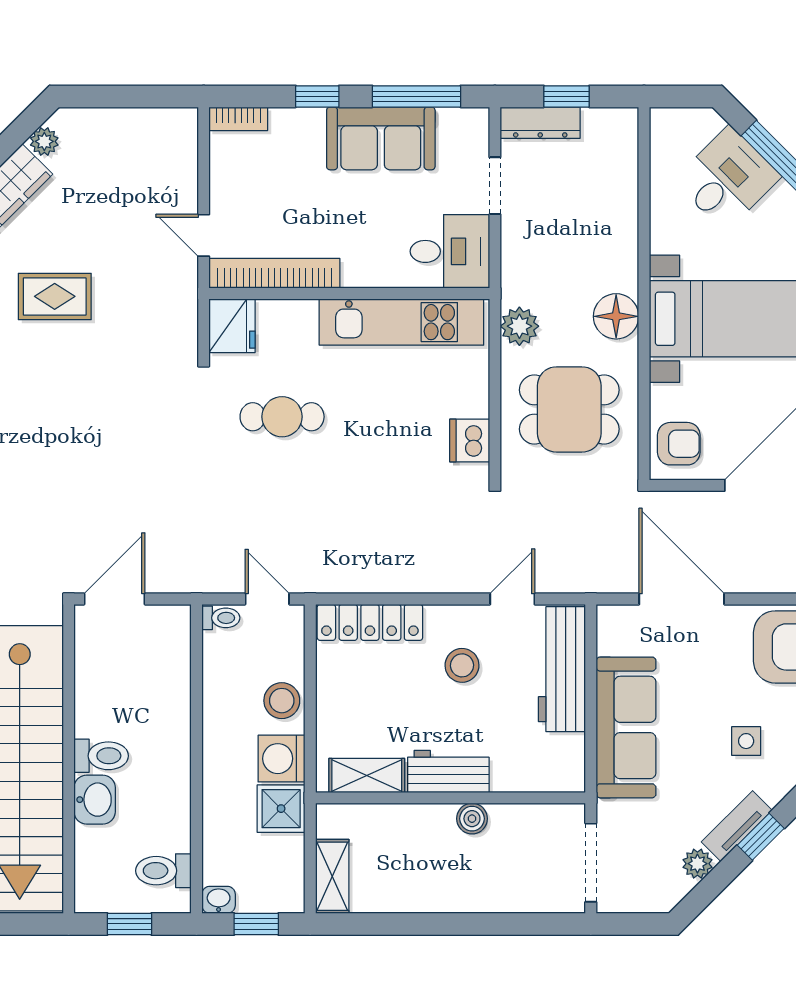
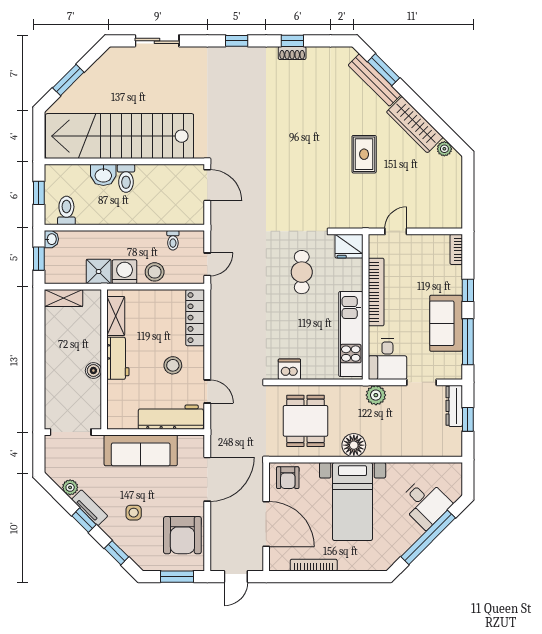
bookcase: (274, 273) -> (376, 292), moved
plant: (519, 326) -> (376, 395), moved
toilet: (221, 618) -> (173, 240), moved

